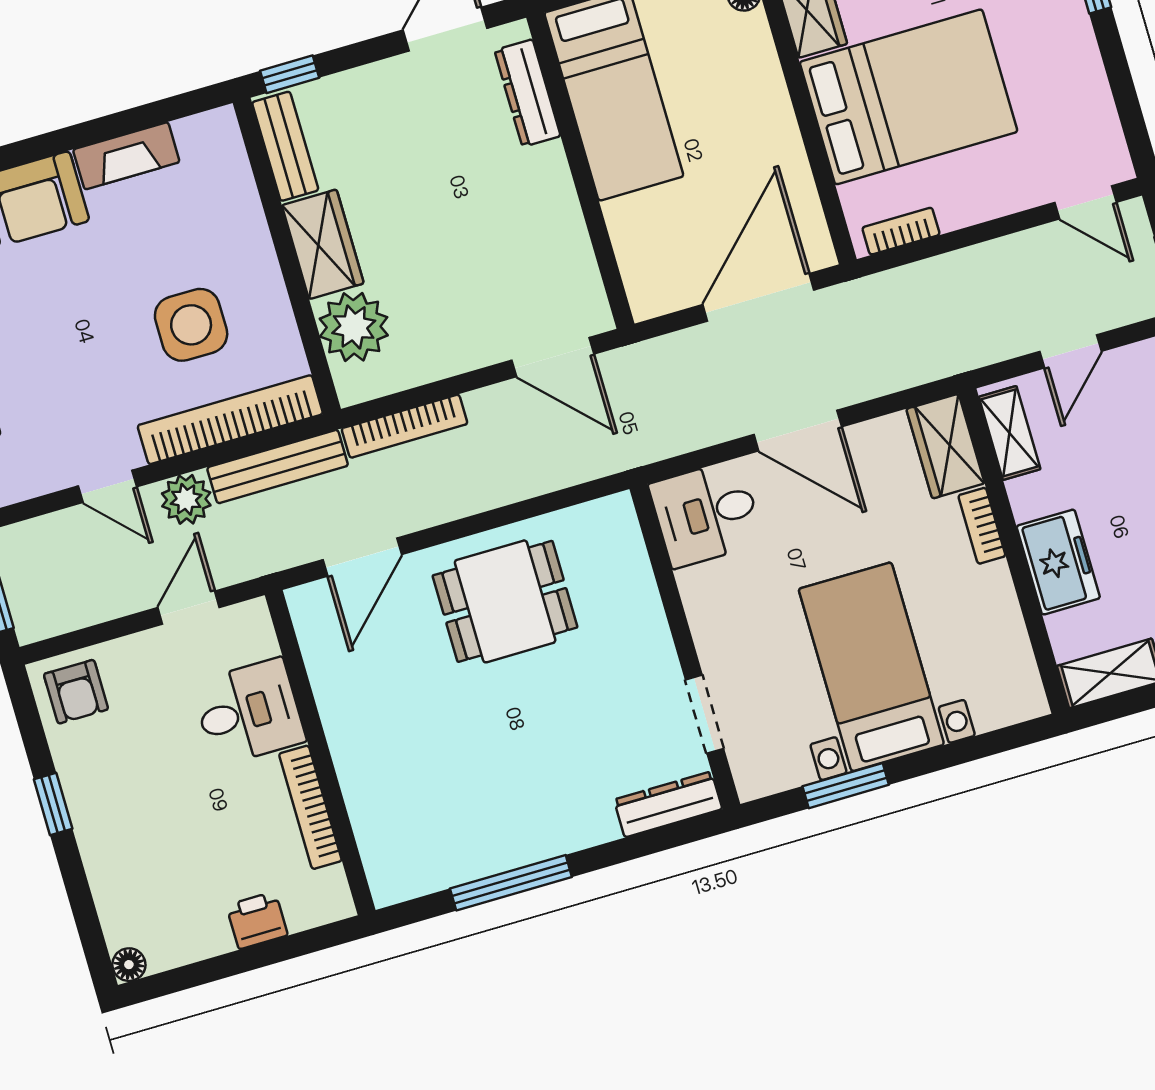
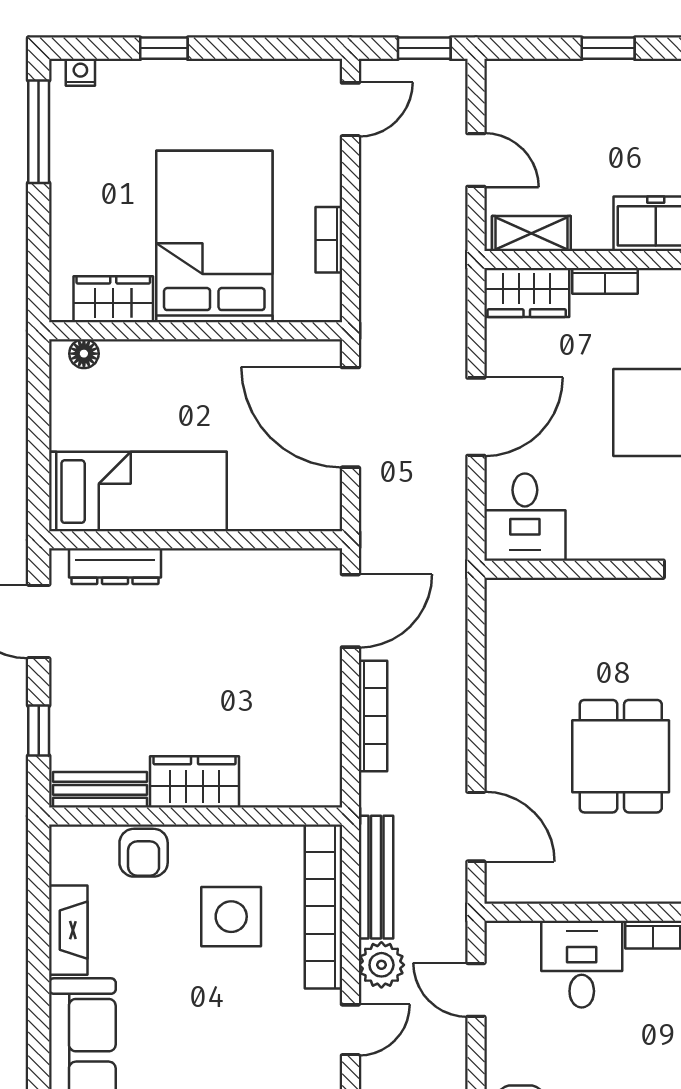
window: (290, 74) -> (39, 731), moved
armchair: (232, 212) -> (144, 853), added
bookcase: (901, 231) -> (329, 240), moved
plant: (354, 327) -> (274, 776), removed
bookcase: (404, 426) -> (373, 716), moved
dining table: (505, 601) -> (621, 756), moved

